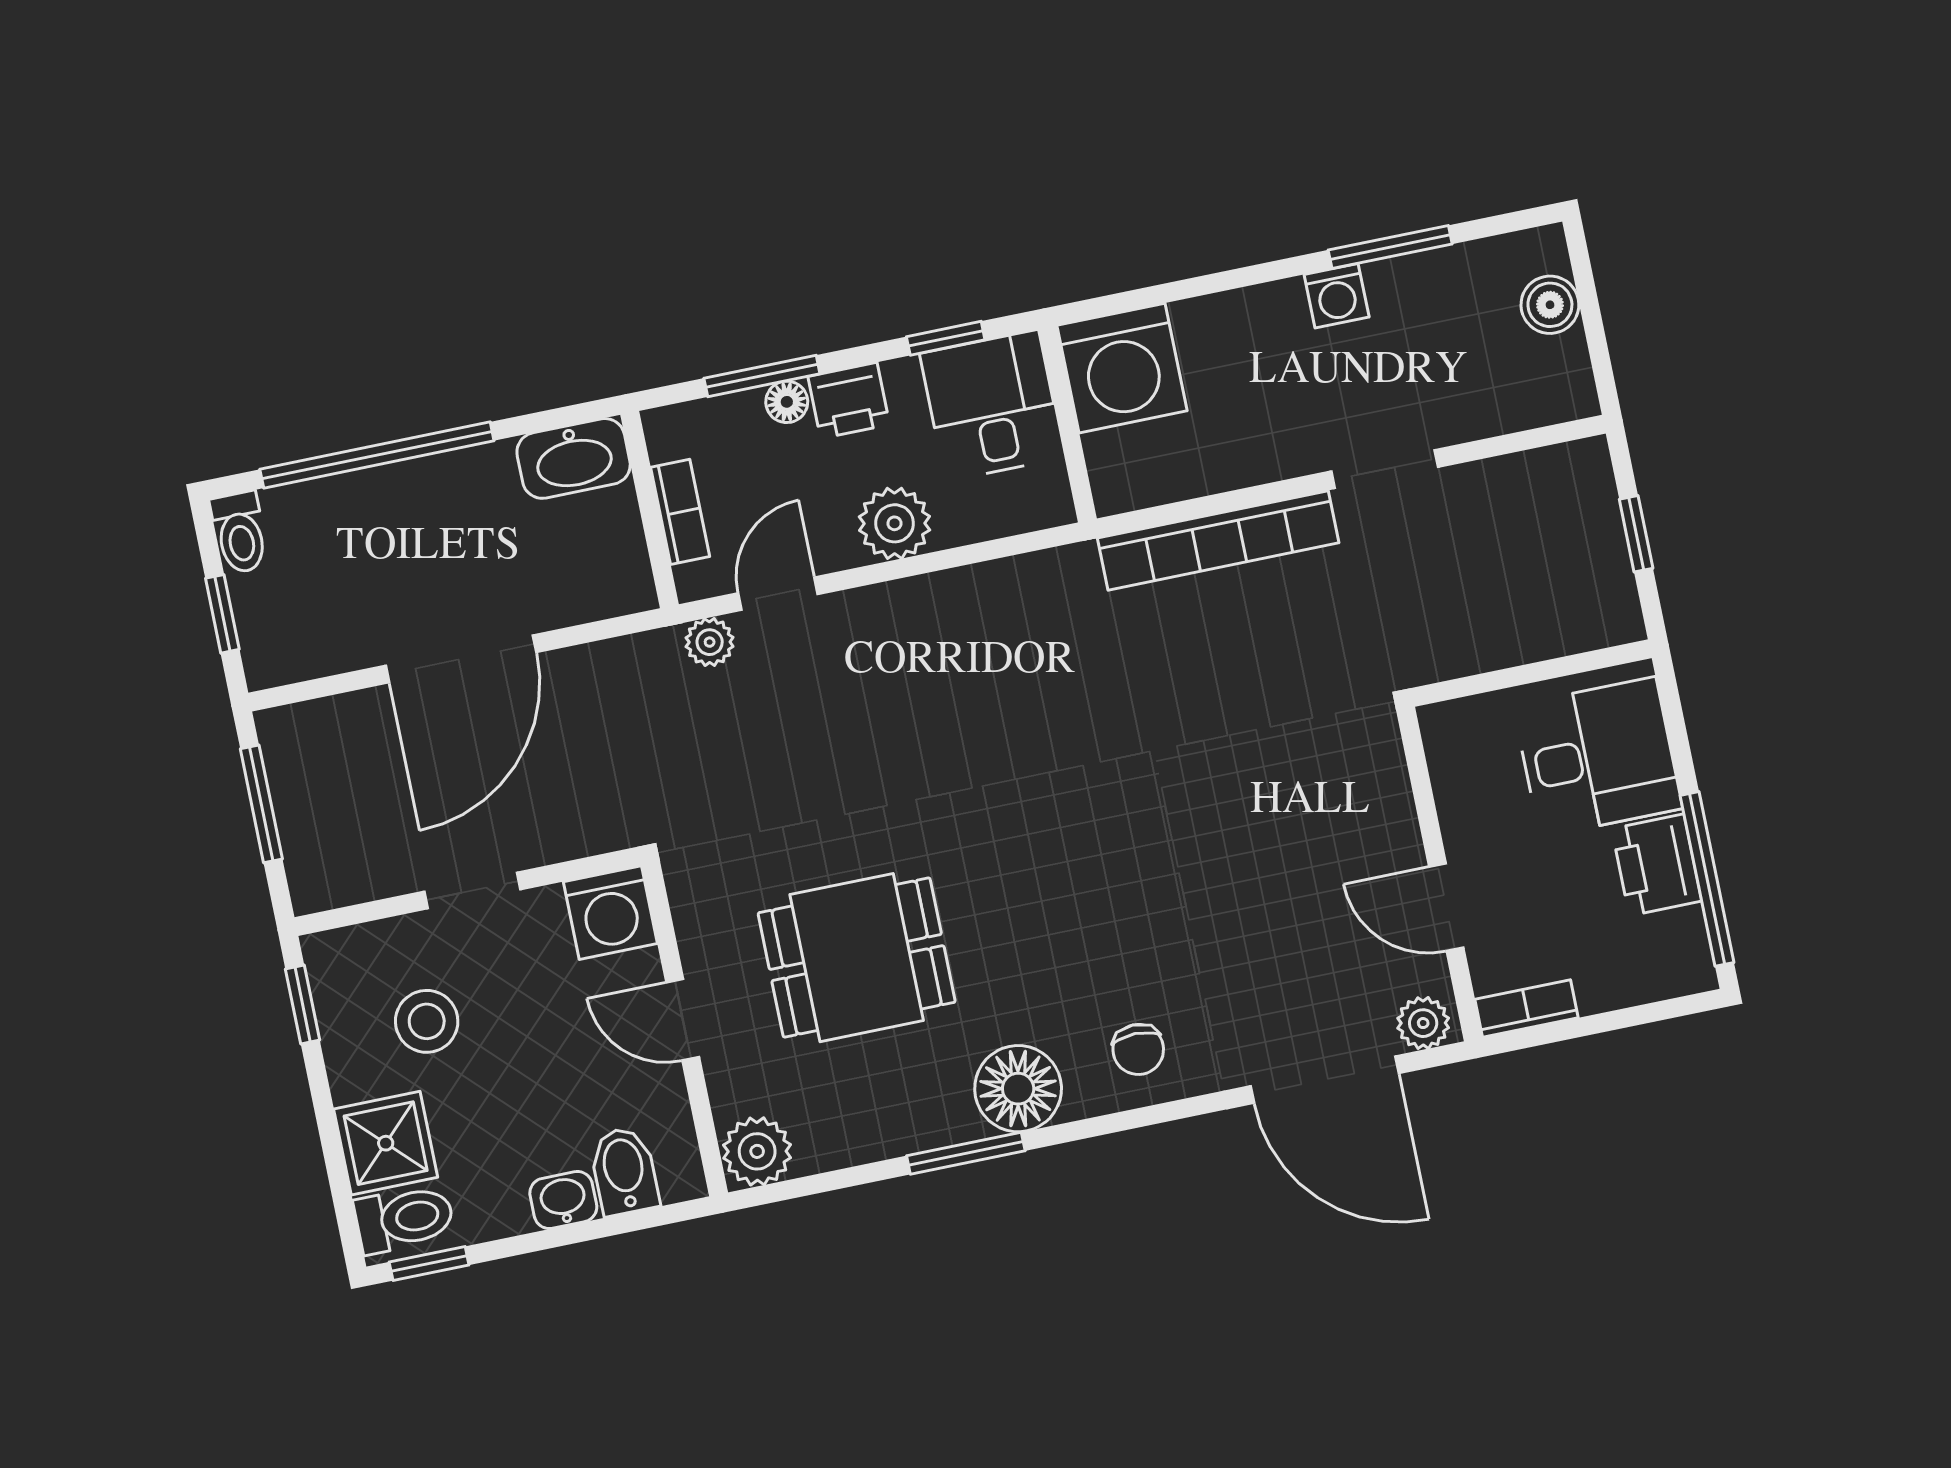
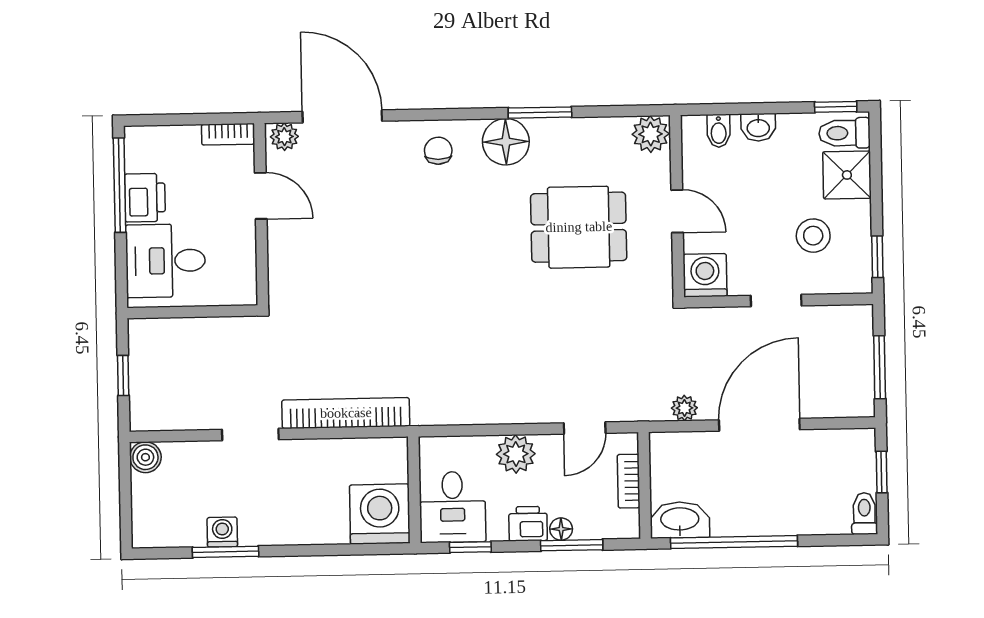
washing machine: (1337, 296) -> (222, 532), moved
boiler: (1550, 305) -> (145, 457), moved
window: (377, 455) -> (734, 542), moved
plant: (710, 642) -> (684, 408), moved
bidet: (624, 1171) -> (719, 131), width x0.72, depth x0.74

